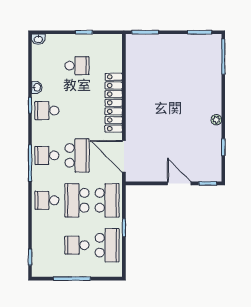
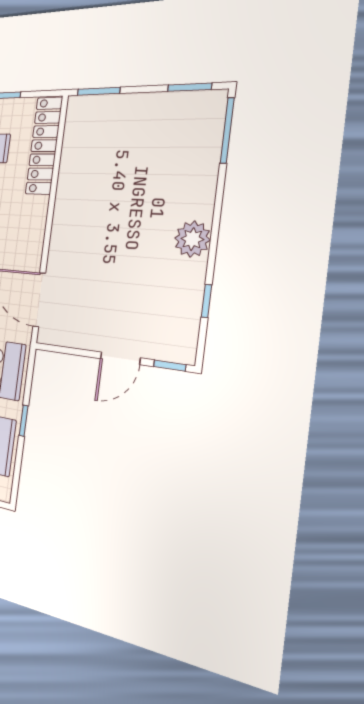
locker: (114, 103) -> (44, 146), moved
plant: (216, 120) -> (192, 239), width x1.88, depth x1.88
door: (179, 183) -> (120, 358), swing flipped

